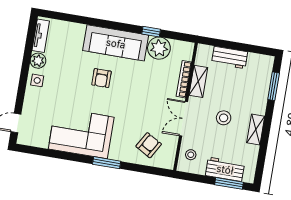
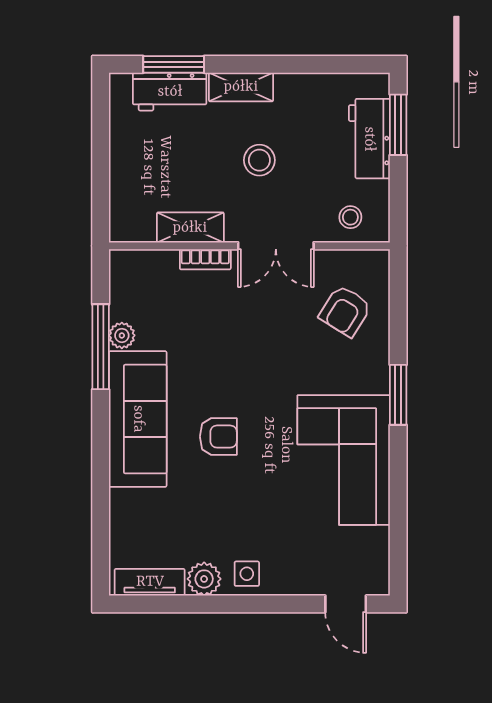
window: (151, 32) -> (101, 347), width x2.17
plant: (159, 48) -> (122, 335), width x0.53, depth x0.53
workbench: (230, 58) -> (170, 92), moved, turned 90
bookcase: (184, 79) -> (205, 259), width x0.64
shelving: (256, 130) -> (241, 87), moved
armchair: (149, 145) -> (345, 311), turned -88

